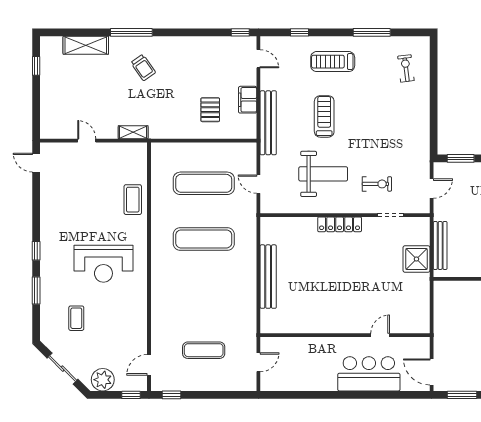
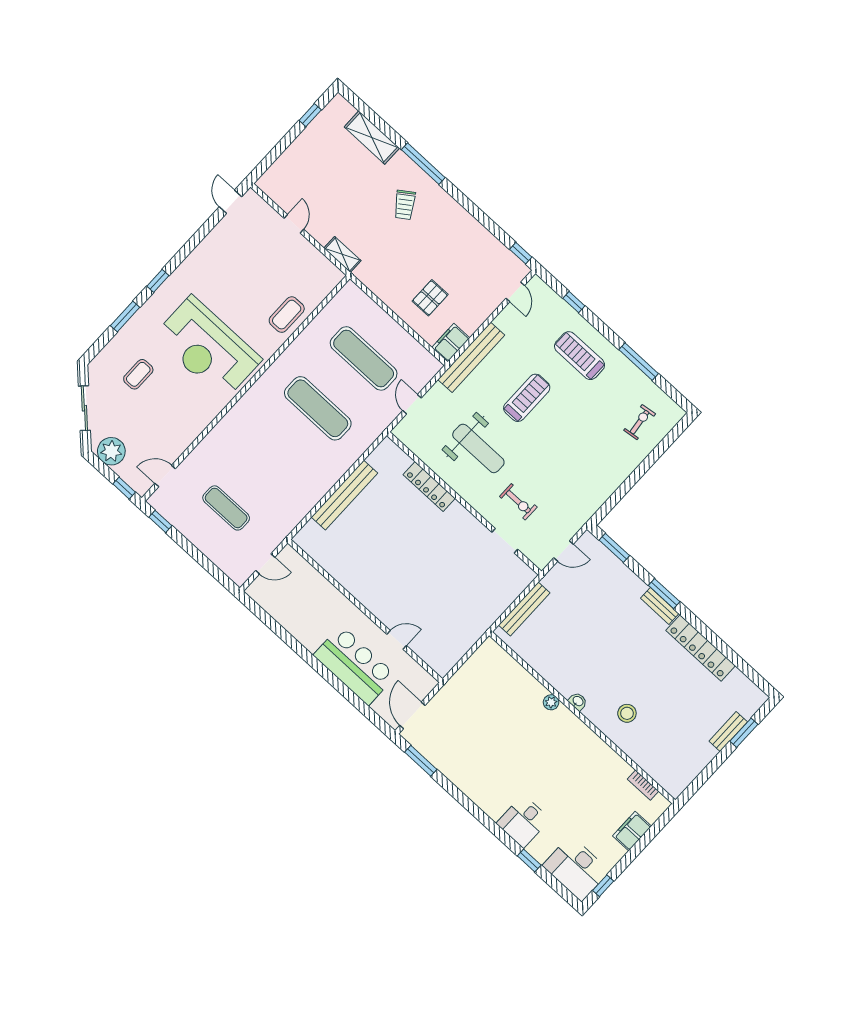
filing cabinet: (248, 100) -> (451, 343), moved
locker: (340, 224) -> (429, 487), moved
shower: (416, 259) -> (492, 602), removed
reception desk: (103, 264) -> (208, 348), width x1.36, depth x1.30

